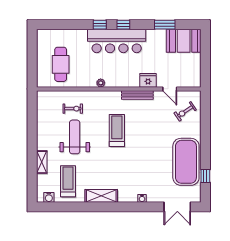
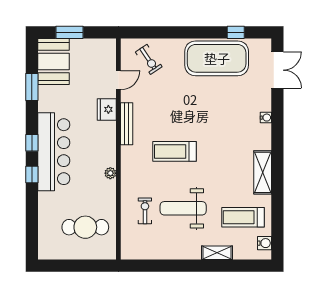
window: (205, 53) -> (69, 32), added

